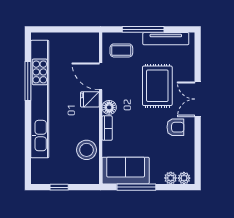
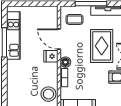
kitchen unit: (40, 99) -> (13, 35), width x0.54

